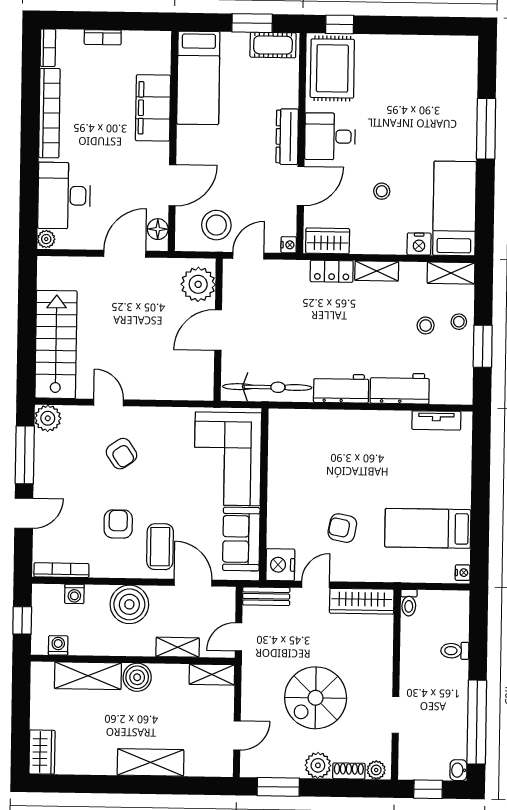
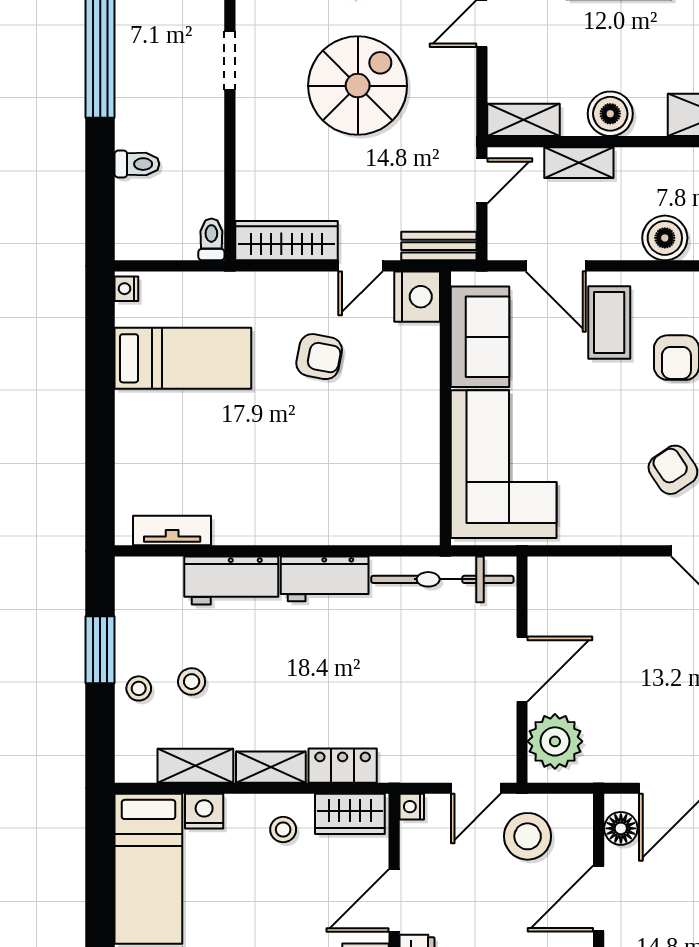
stool: (382, 191) -> (283, 830), moved
shelving: (451, 273) -> (195, 766), moved
boiler: (129, 604) -> (665, 238), width x0.73, depth x0.73
boiler: (137, 677) -> (610, 114), moved

